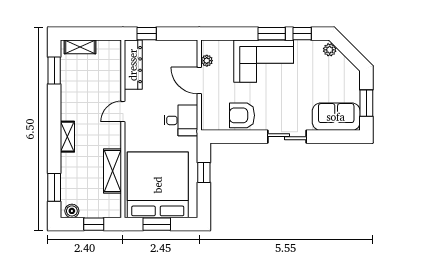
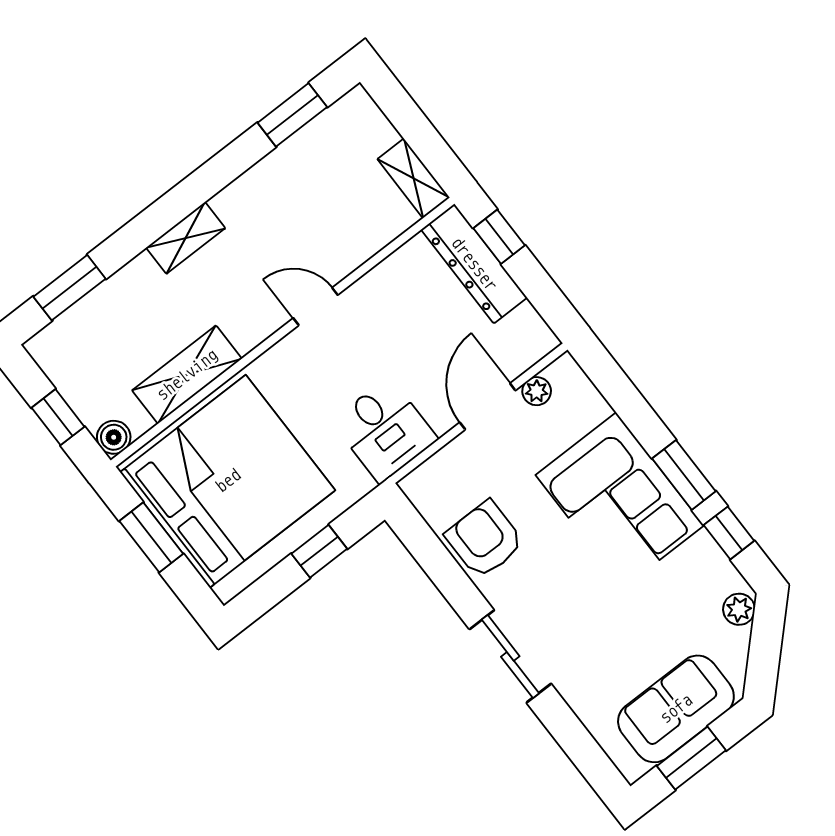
shelving: (80, 47) -> (413, 178), moved
dresser: (133, 65) -> (474, 264), moved, turned 90
sofa: (336, 117) -> (676, 709), moved, turned -90
boiler: (72, 211) -> (114, 437), moved

